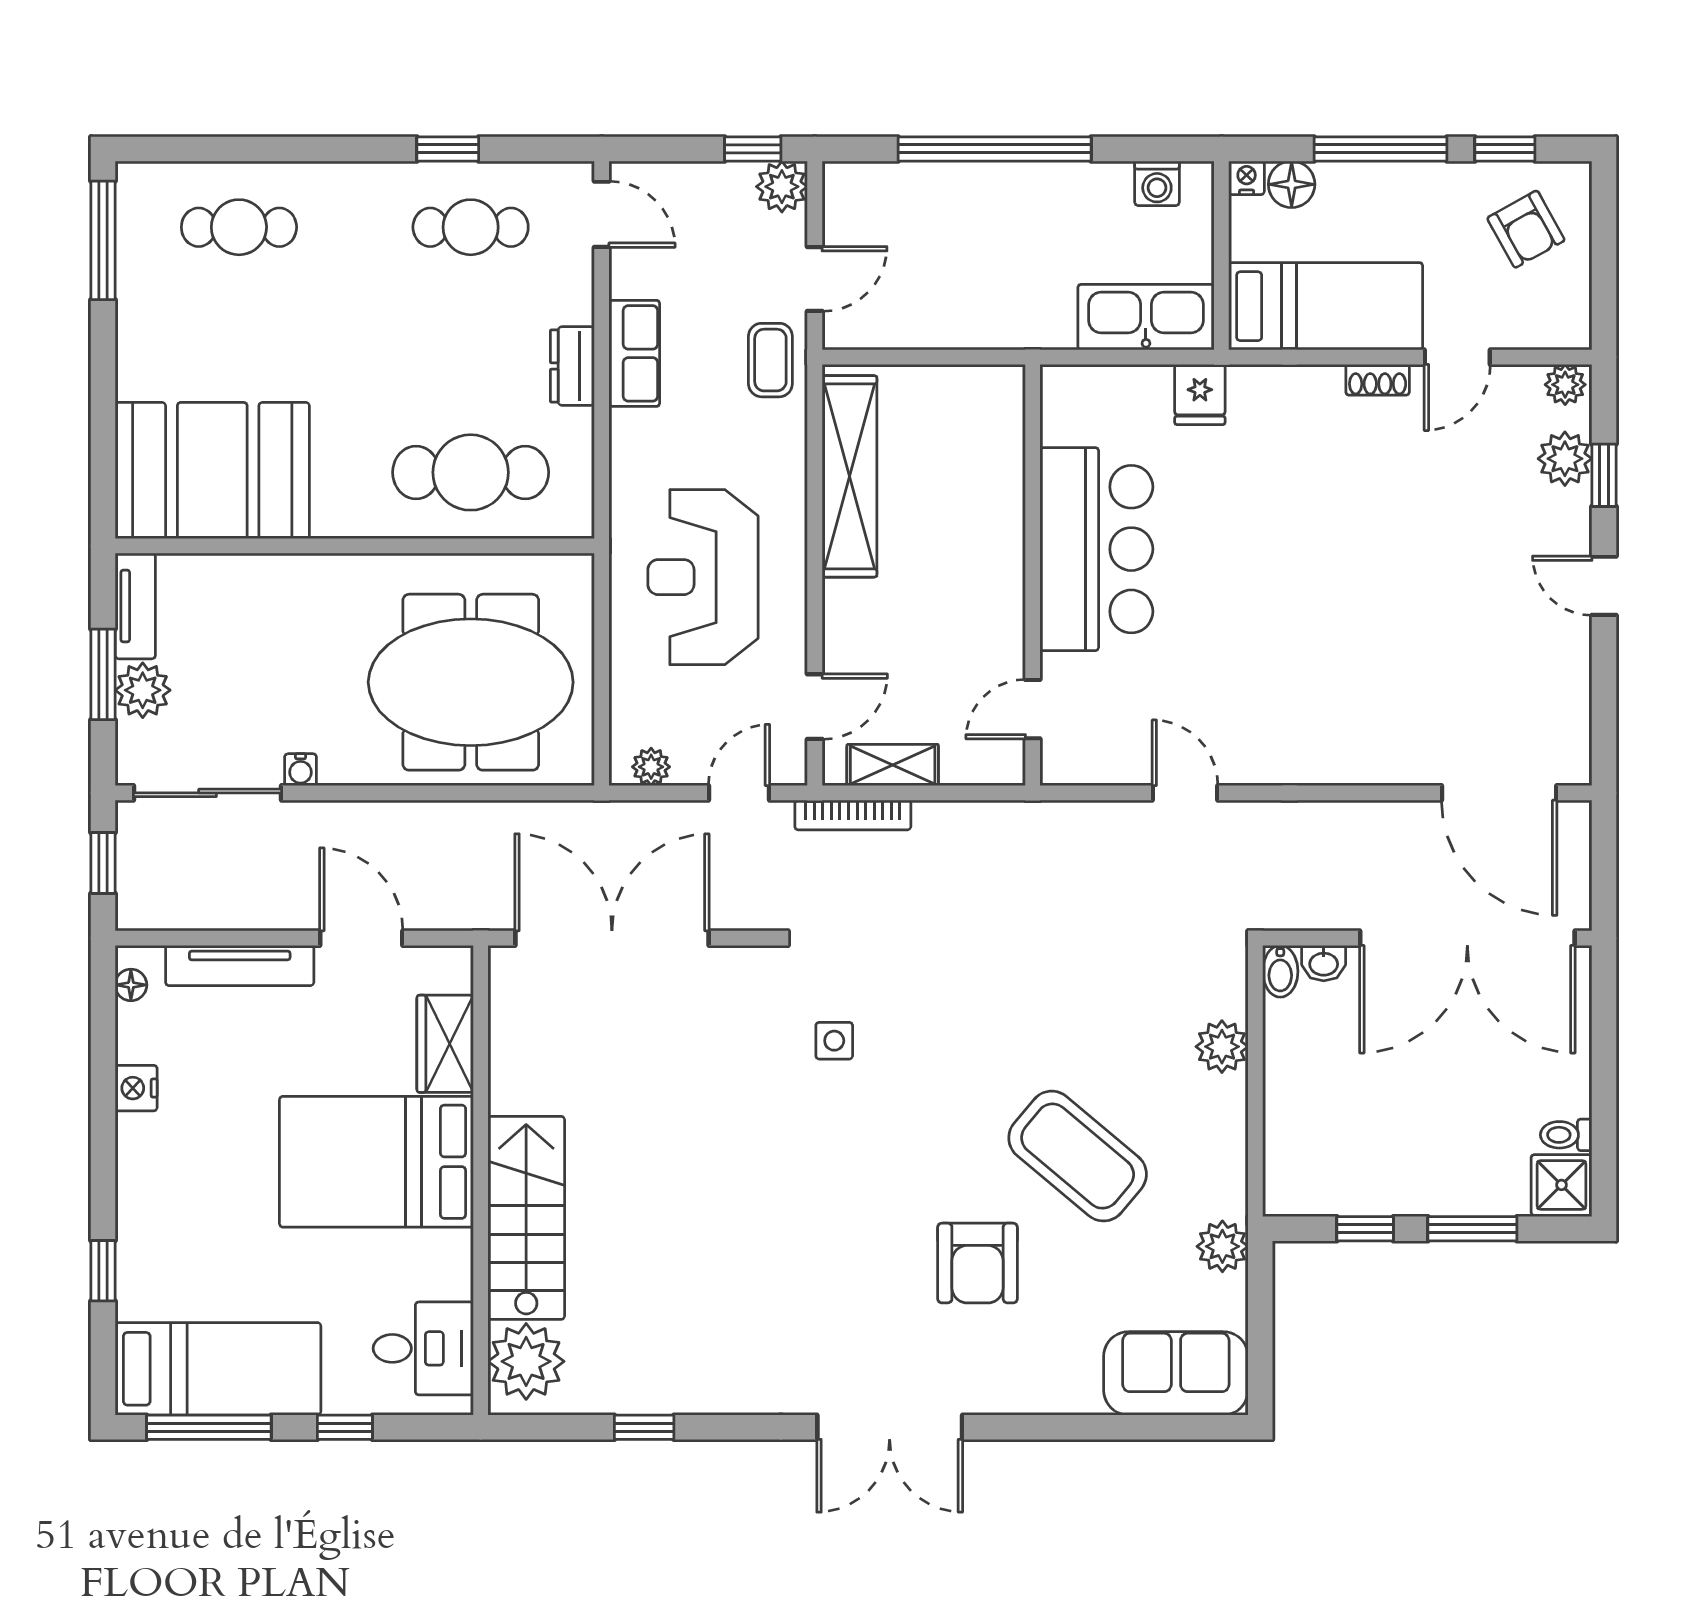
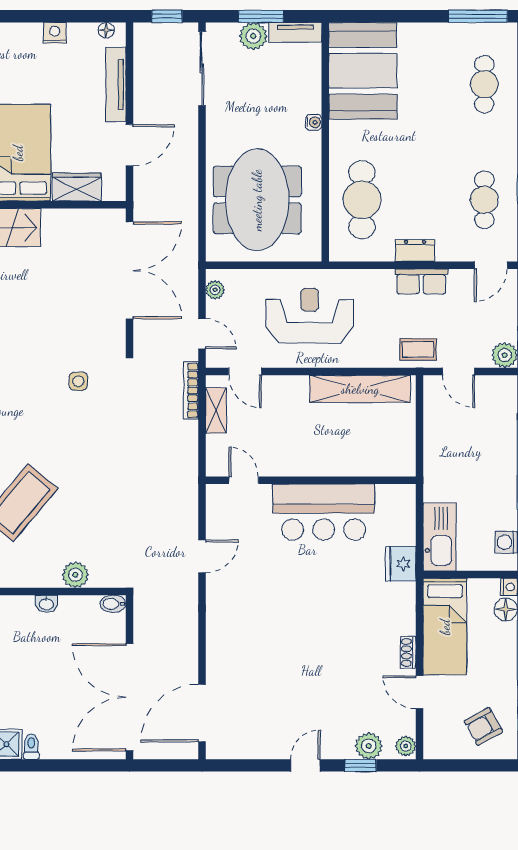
fridge: (1200, 395) -> (401, 564), width x1.38
water cooler: (301, 770) -> (314, 122), moved, turned 180
washbasin: (1324, 963) -> (46, 604), moved, turned -90

